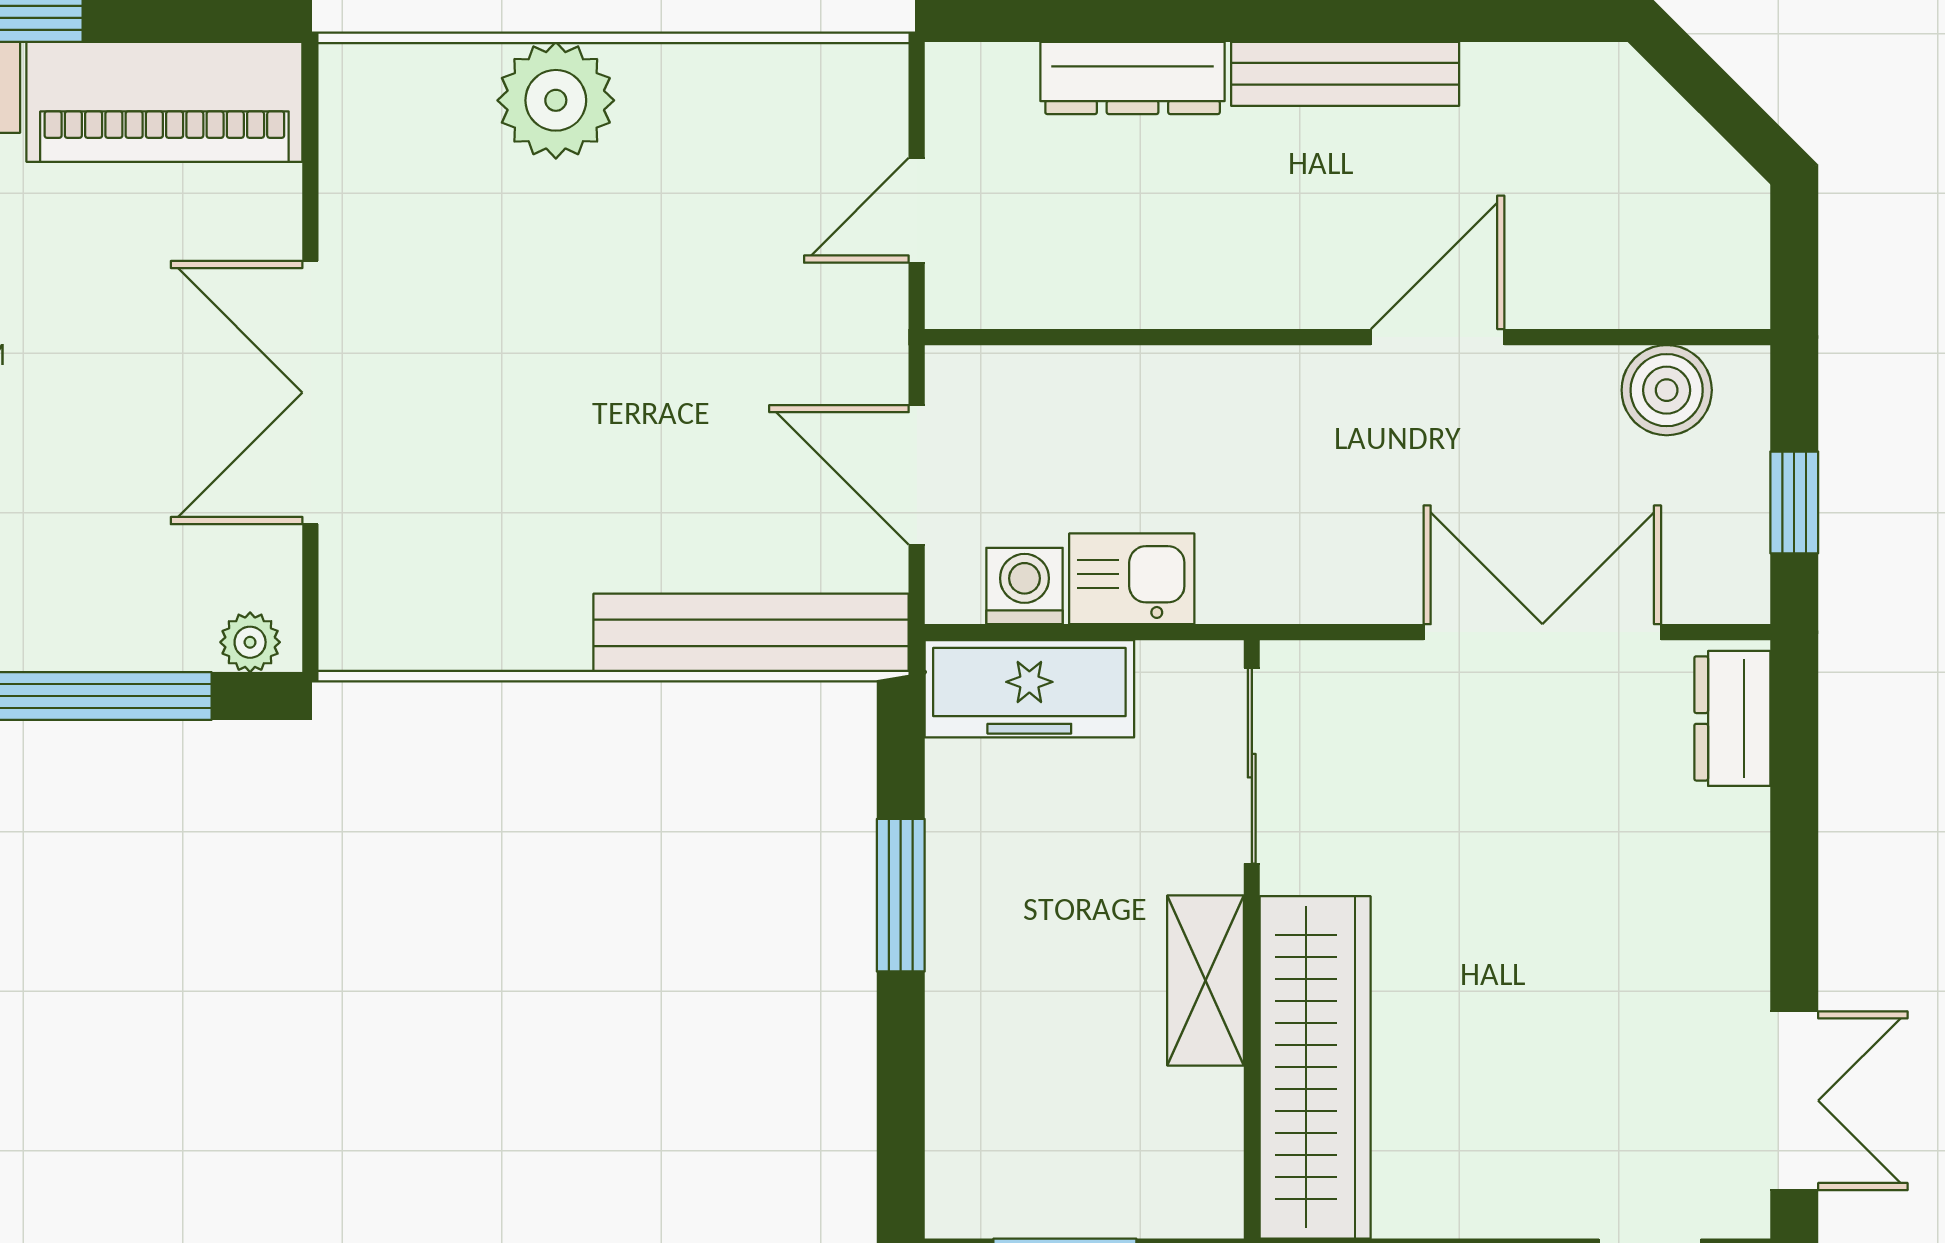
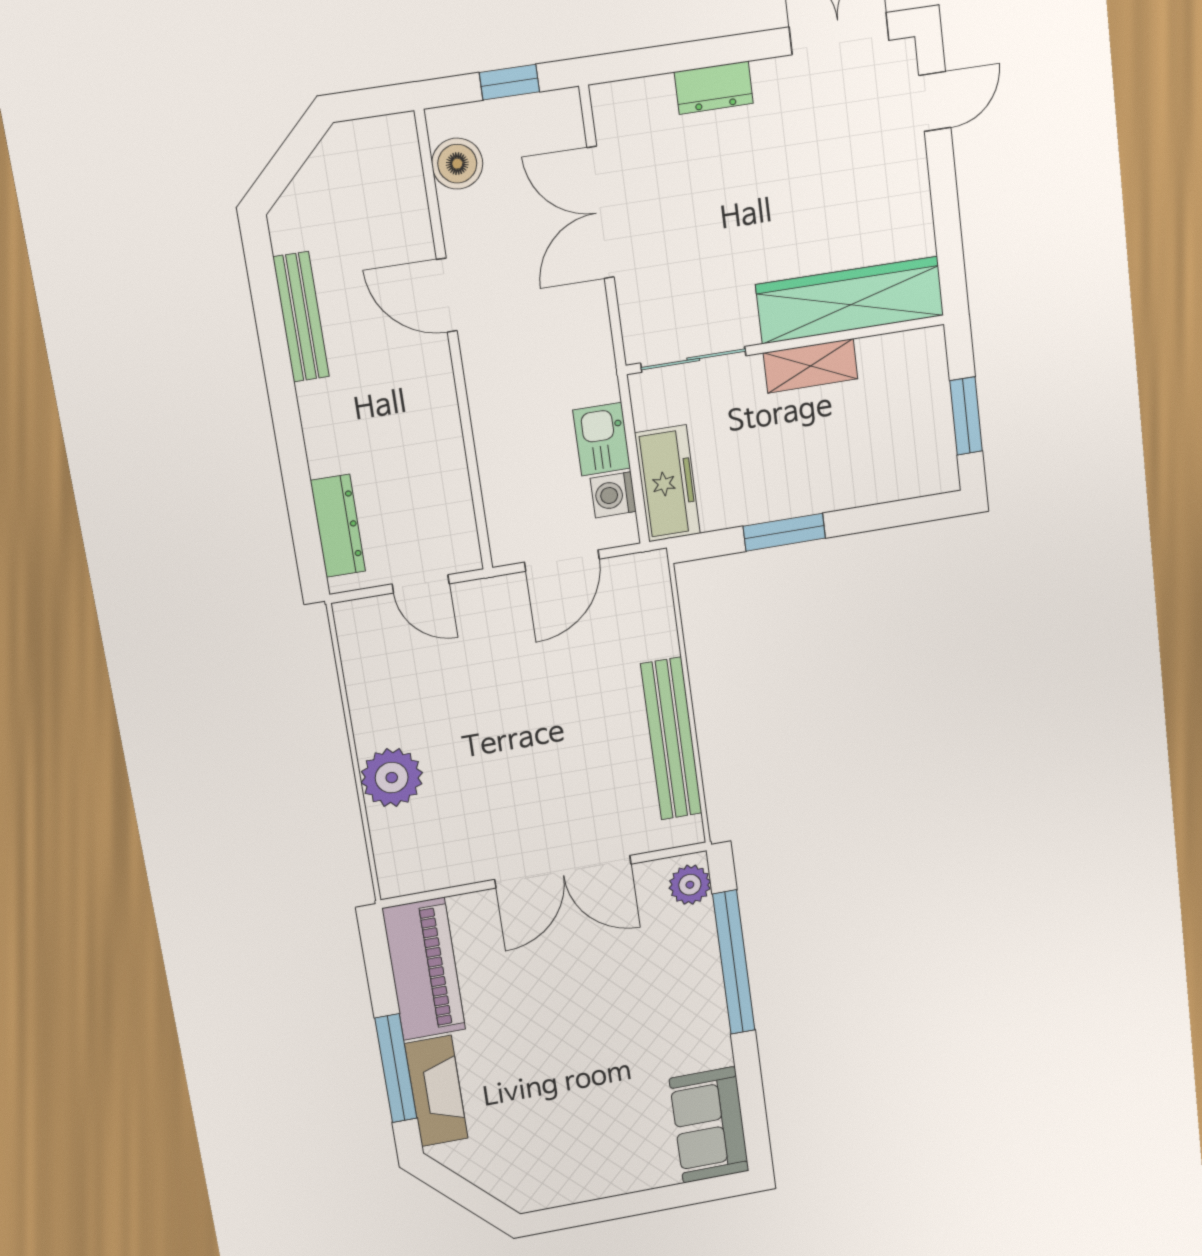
bench: (1345, 74) -> (301, 317), moved
dresser: (1133, 78) -> (338, 526), moved
bench: (751, 633) -> (671, 739), moved
plant: (250, 642) -> (690, 885), width x1.38, depth x1.38
dresser: (1732, 718) -> (714, 88), moved

